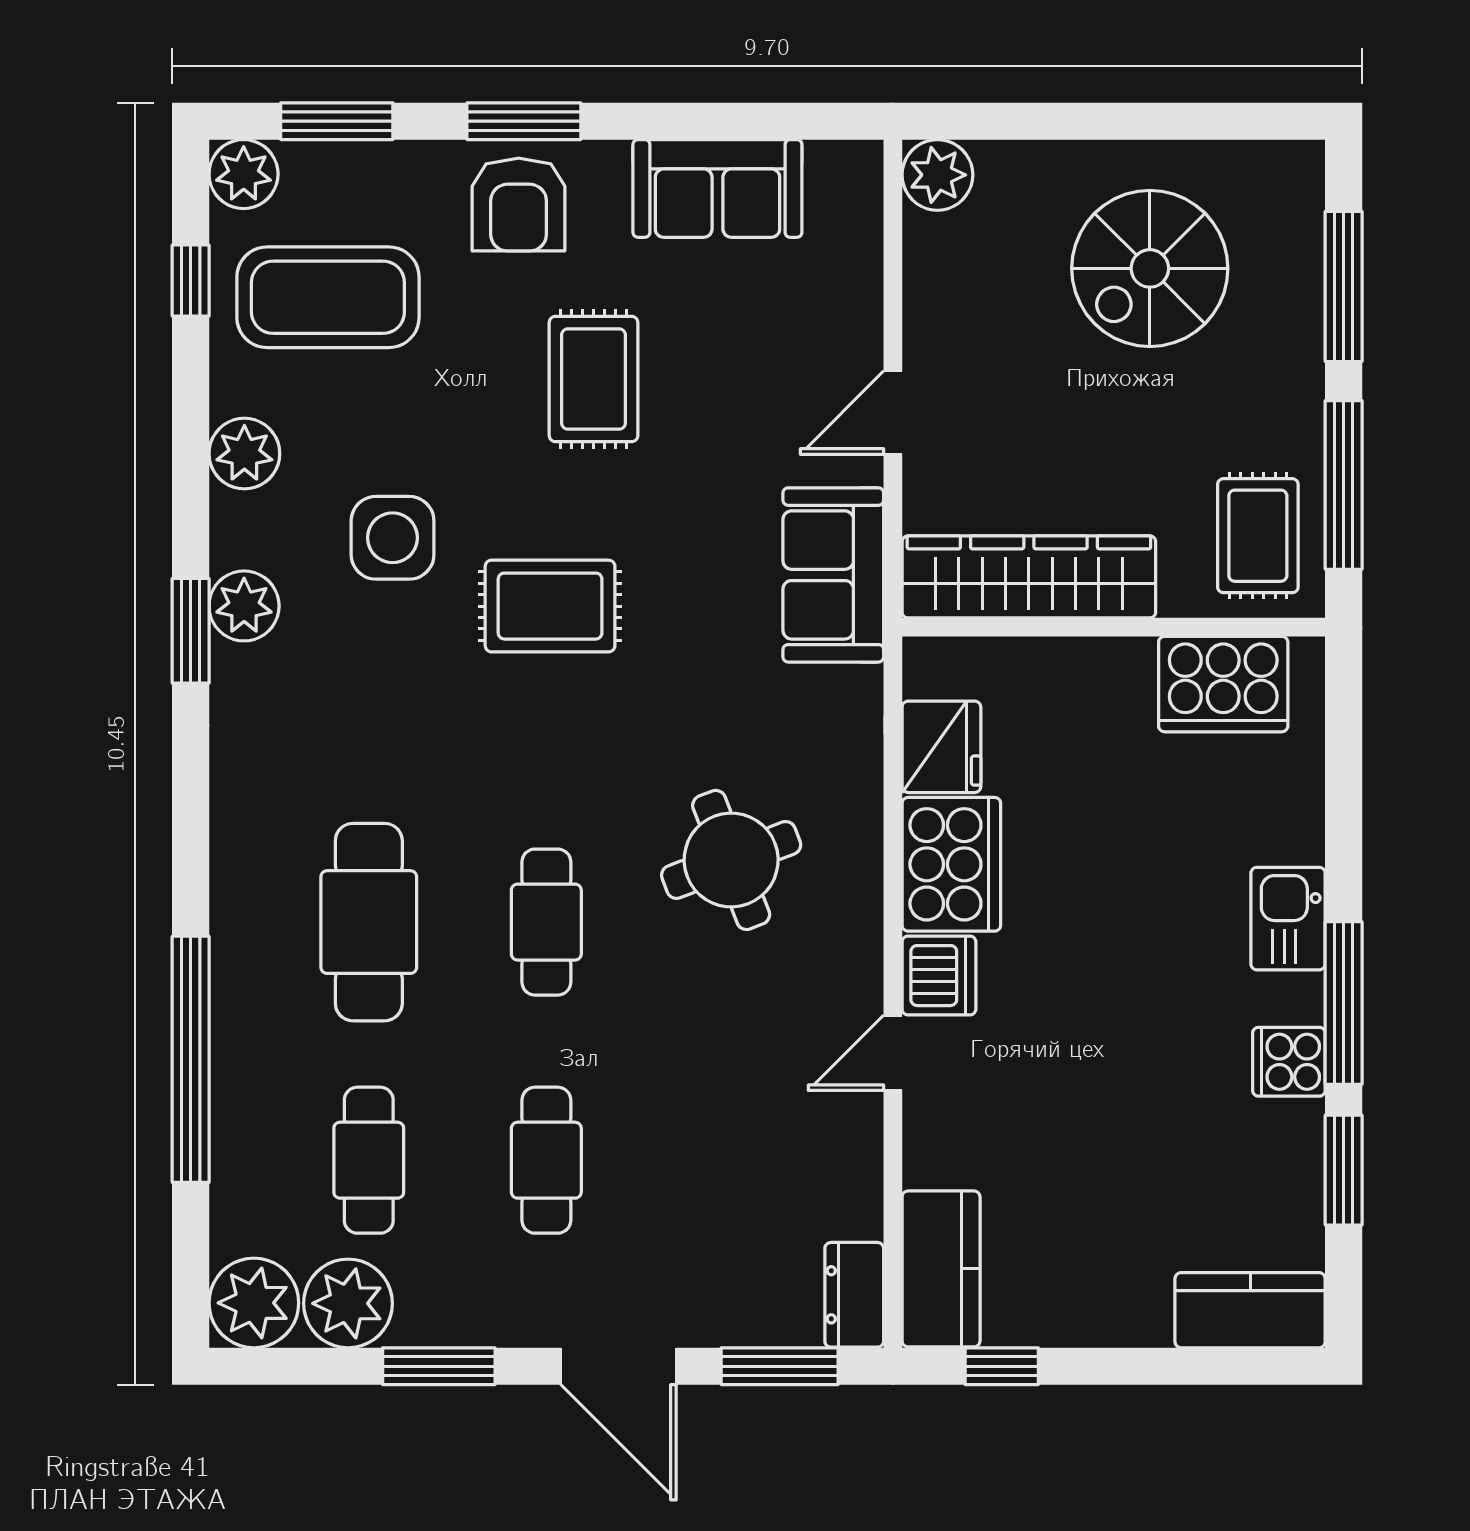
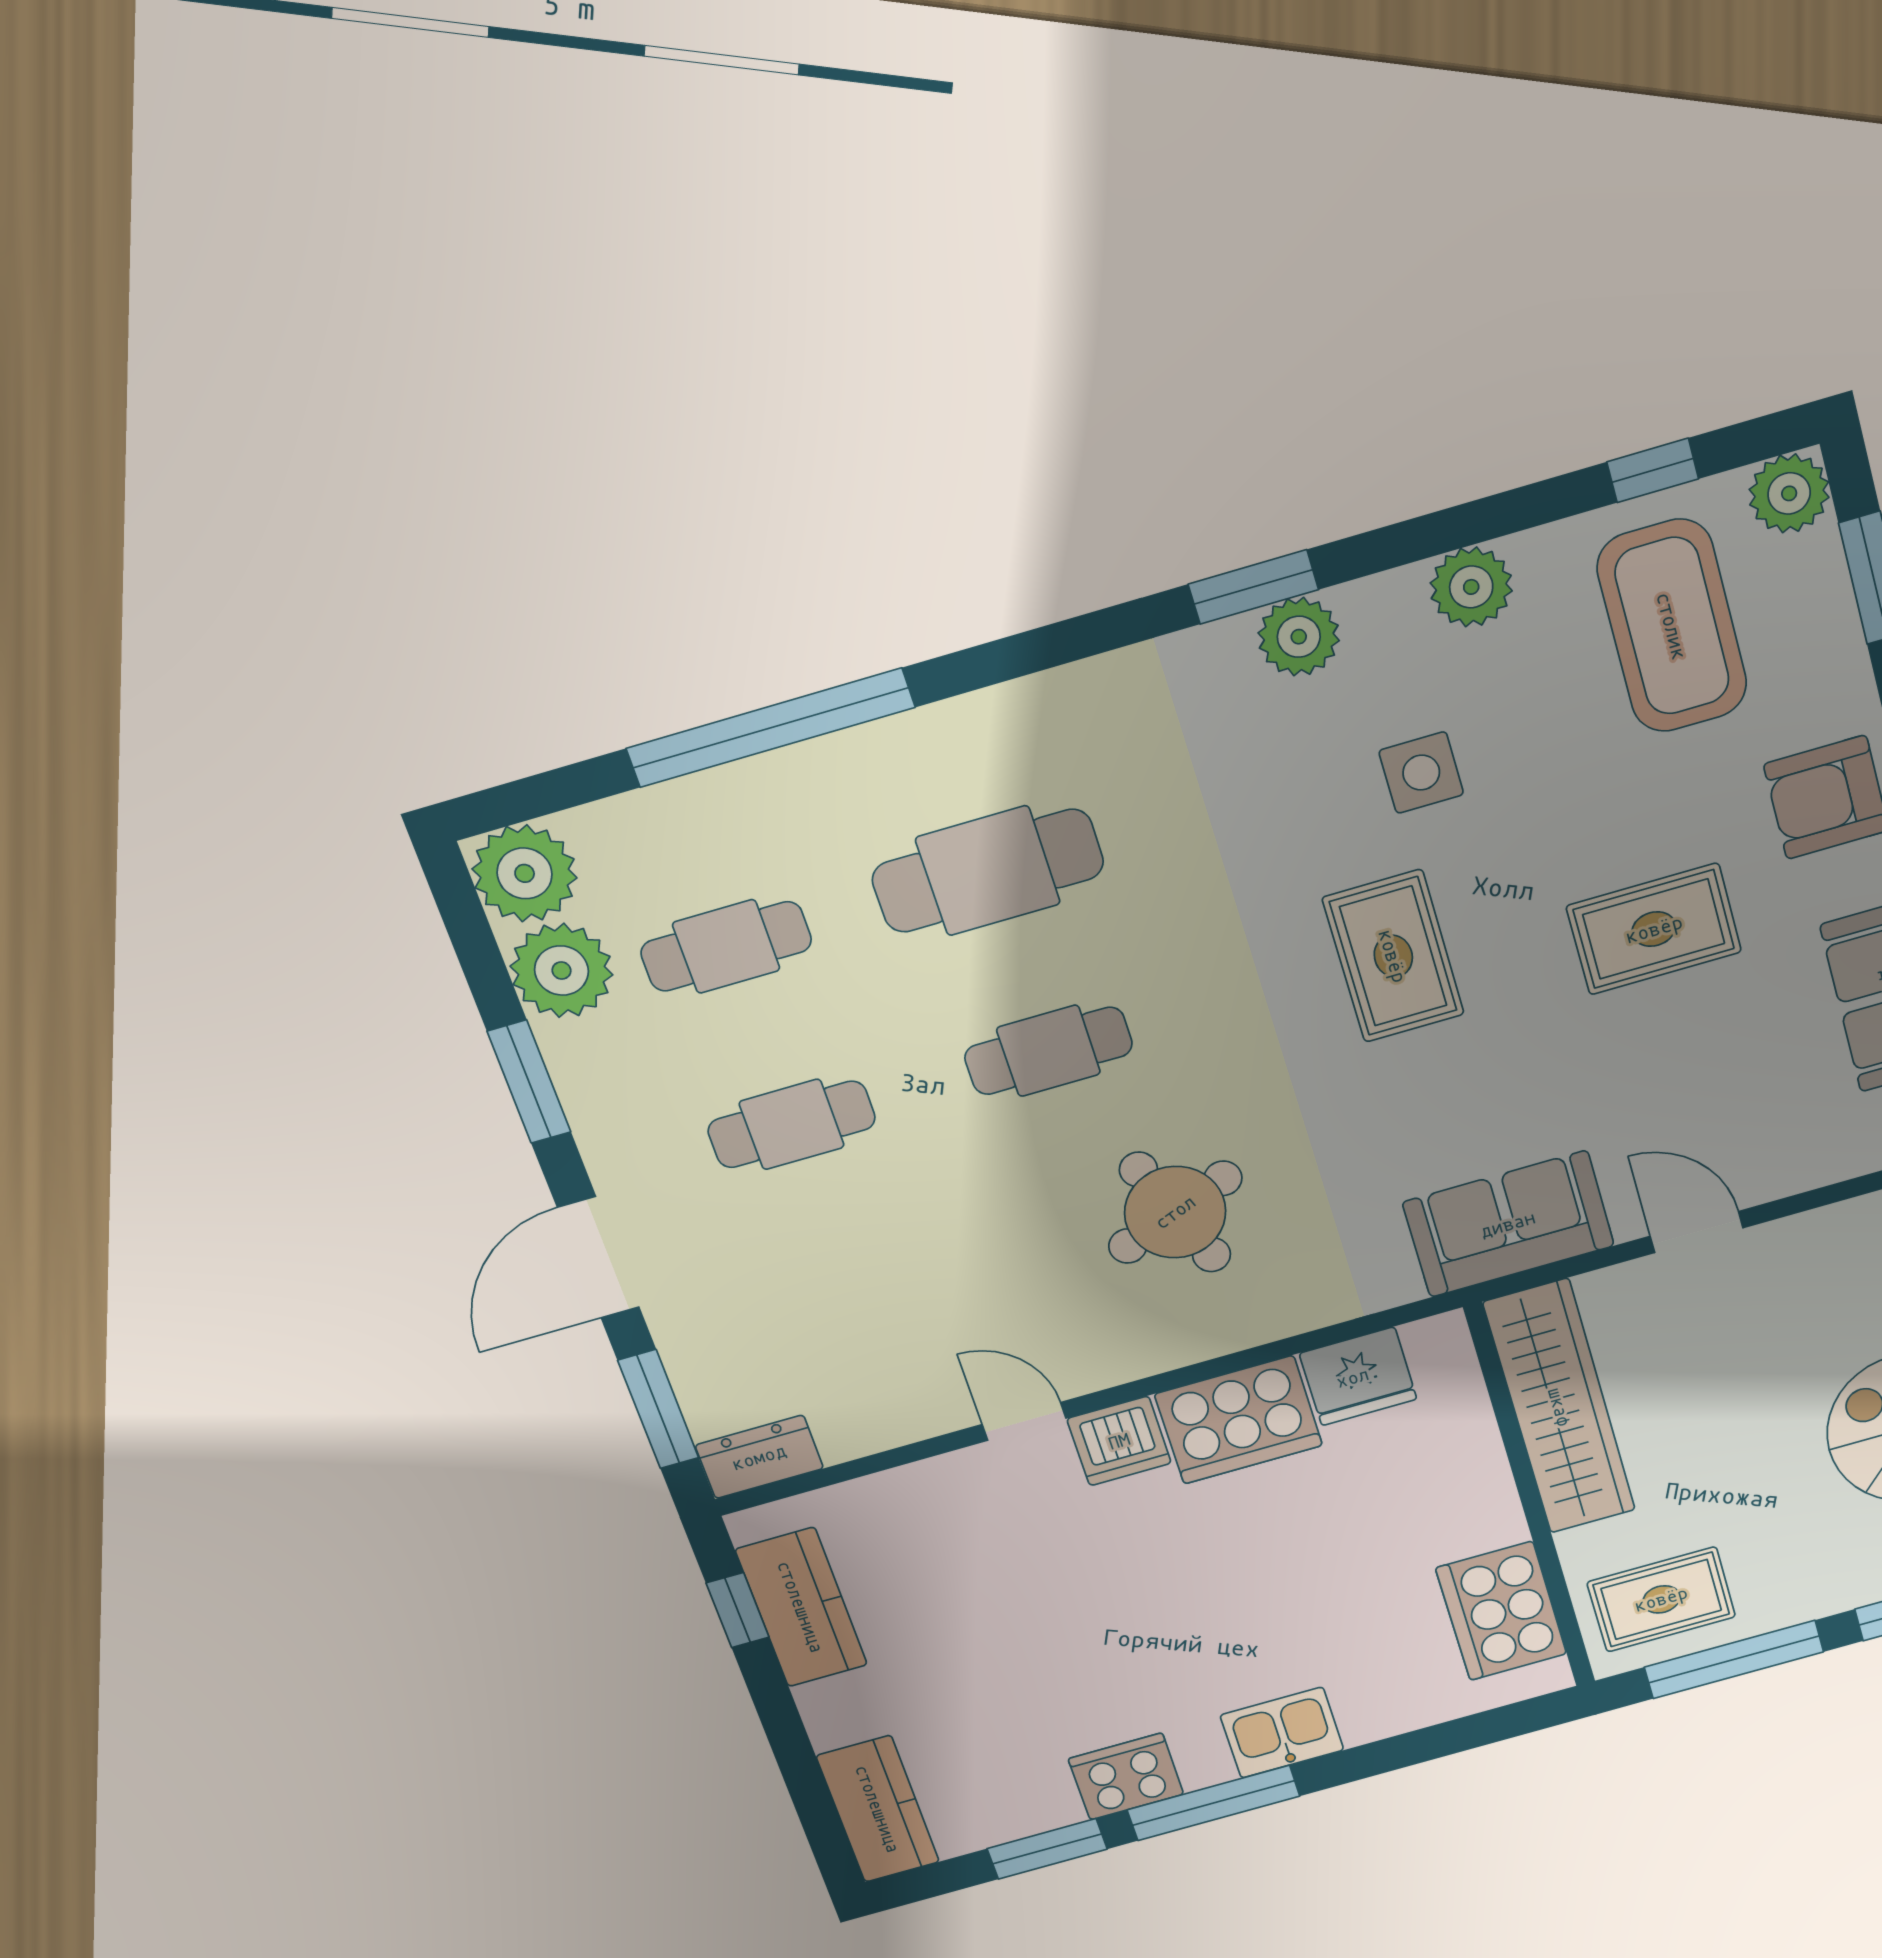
side table: (393, 538) -> (1421, 773), width x0.73, depth x0.73
cooker: (1289, 1062) -> (1126, 1776), width x1.36
kitchen counter: (941, 1269) -> (801, 1607), moved, turned -90

